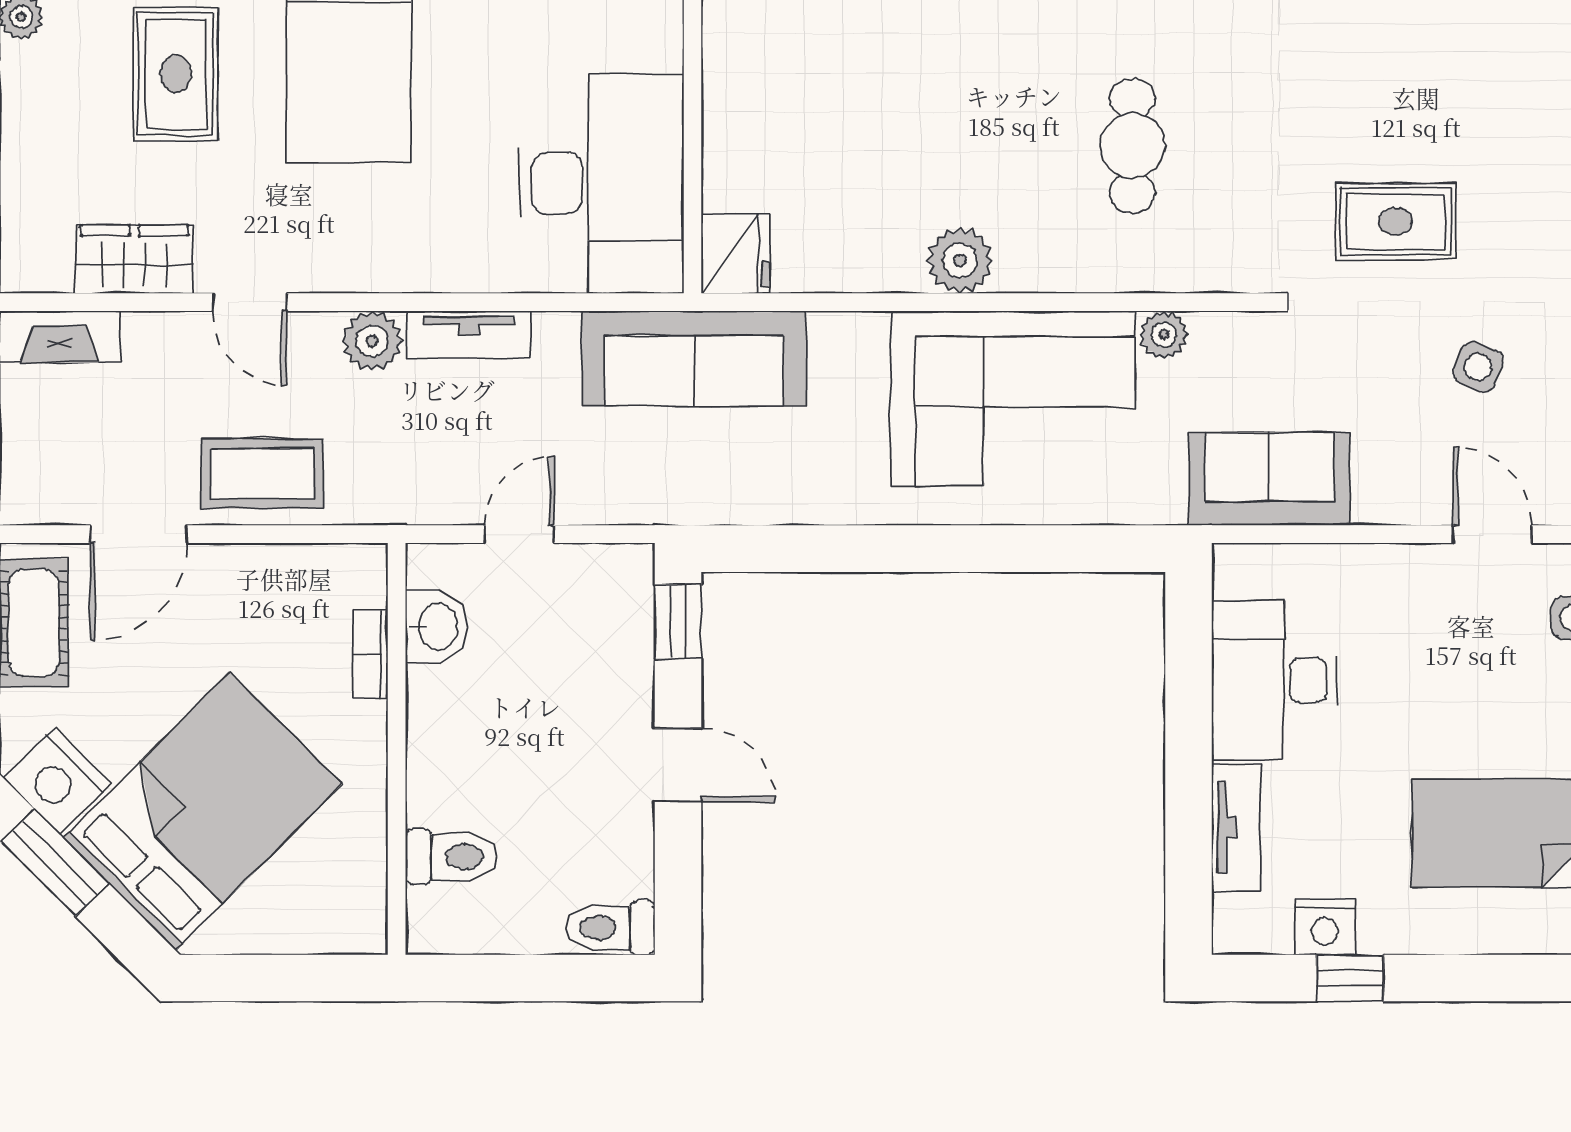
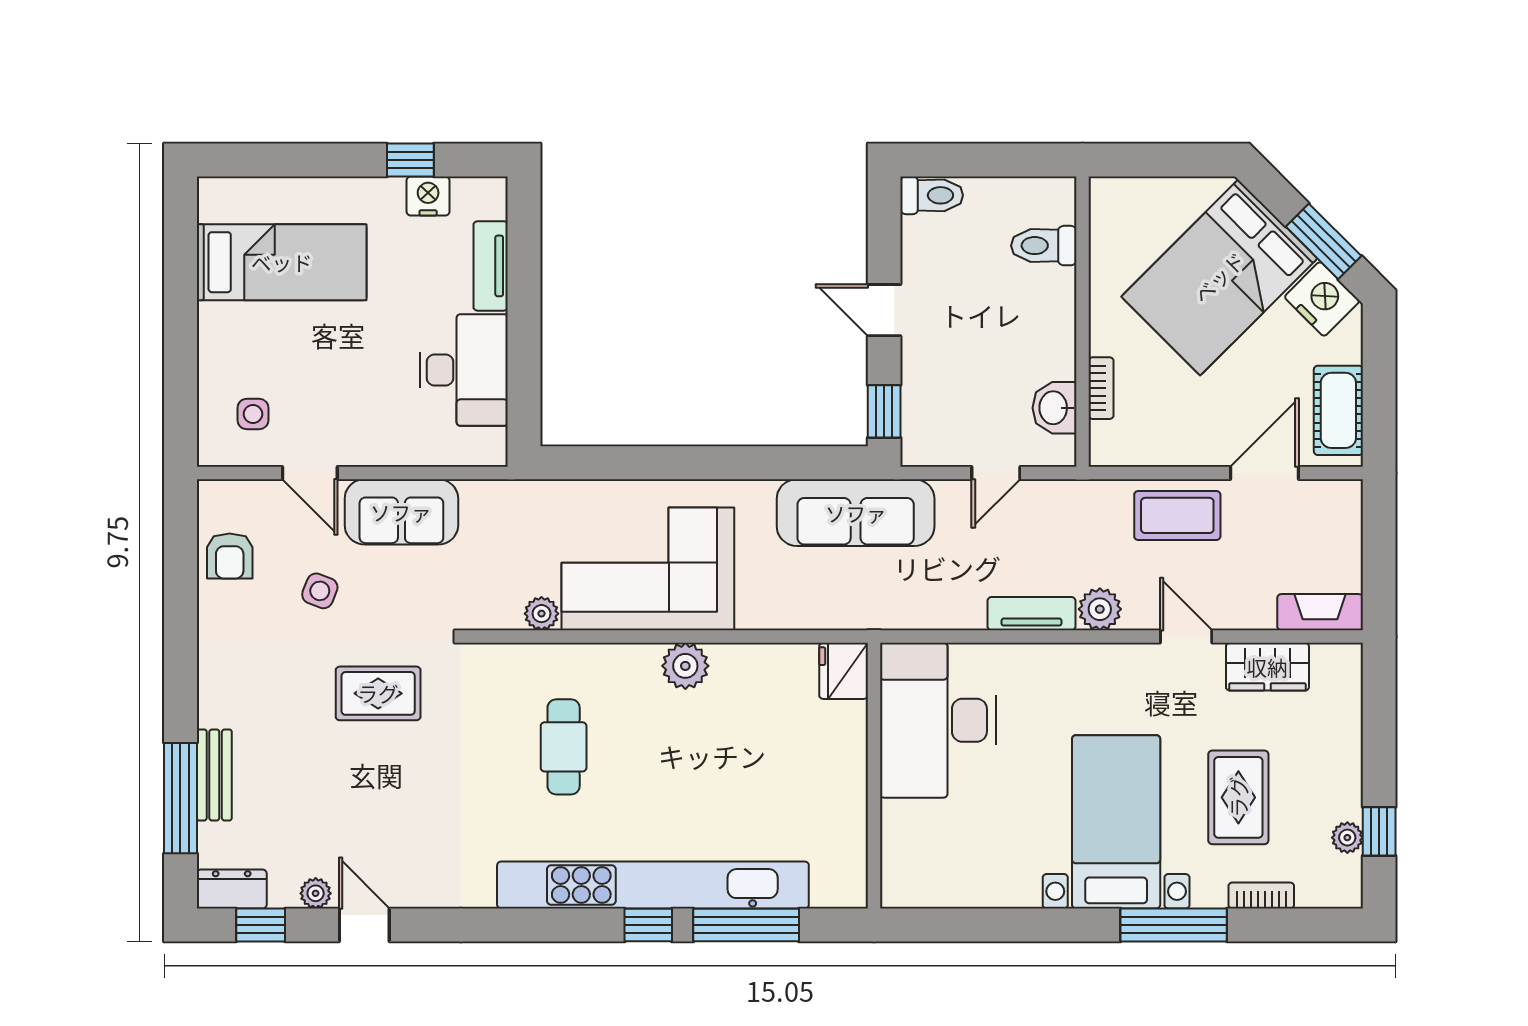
sofa: (694, 358) -> (856, 513), moved, turned 180
sofa: (1269, 479) -> (401, 512), moved

